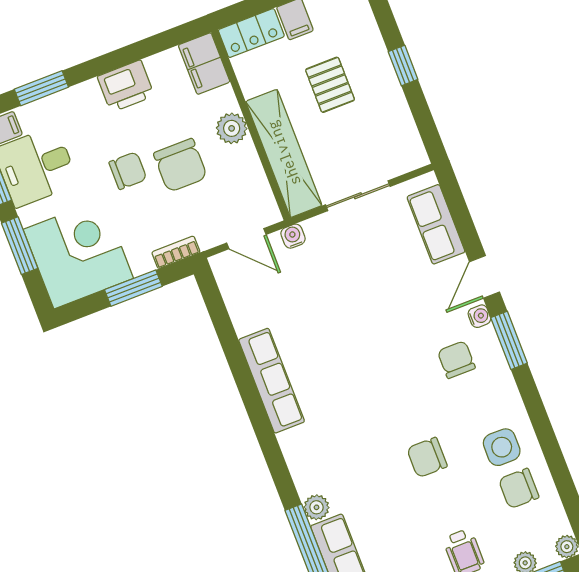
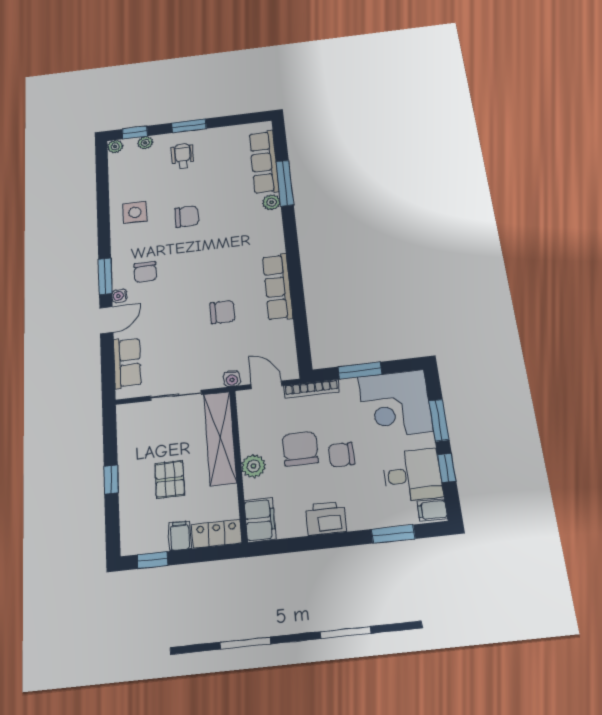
bookcase: (176, 252) -> (311, 389), width x1.56
chair: (519, 488) -> (222, 312), moved

